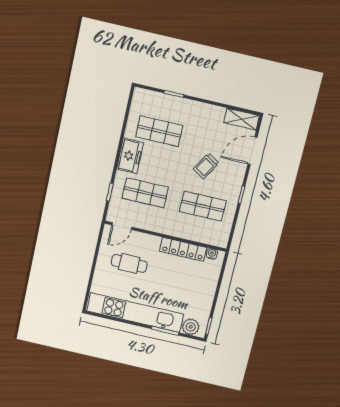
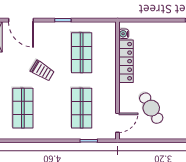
freezer: (130, 156) -> (51, 130), removed
trolley: (206, 166) -> (42, 71), moved
door: (122, 226) -> (118, 123), hinge flipped
cafe table: (129, 263) -> (151, 108), turned -31

